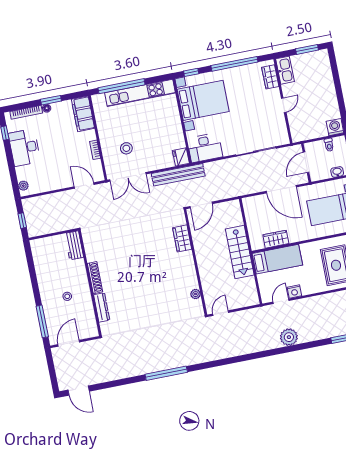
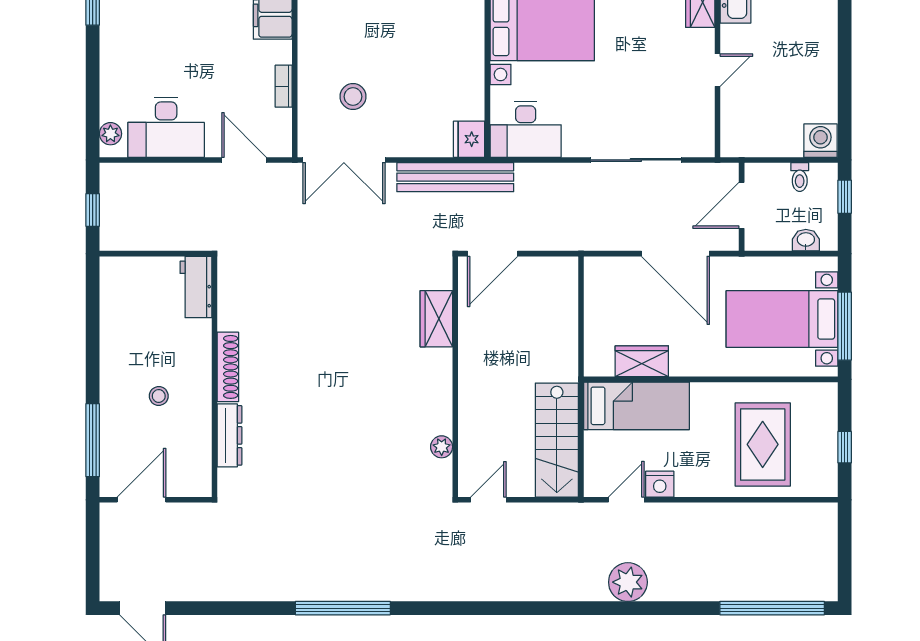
desk: (24, 148) -> (166, 127), moved, turned -90
stairs: (240, 252) -> (557, 440), moved

